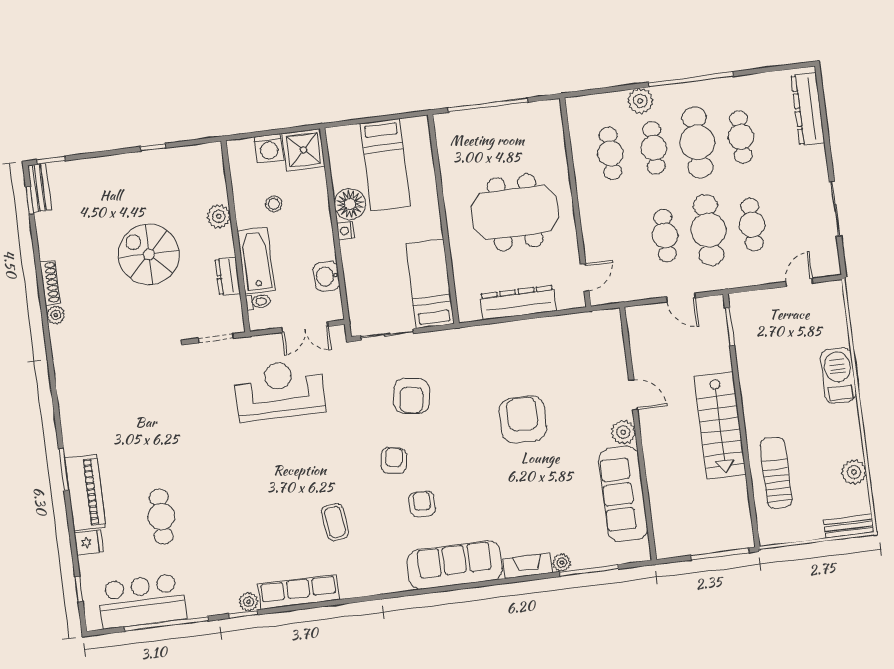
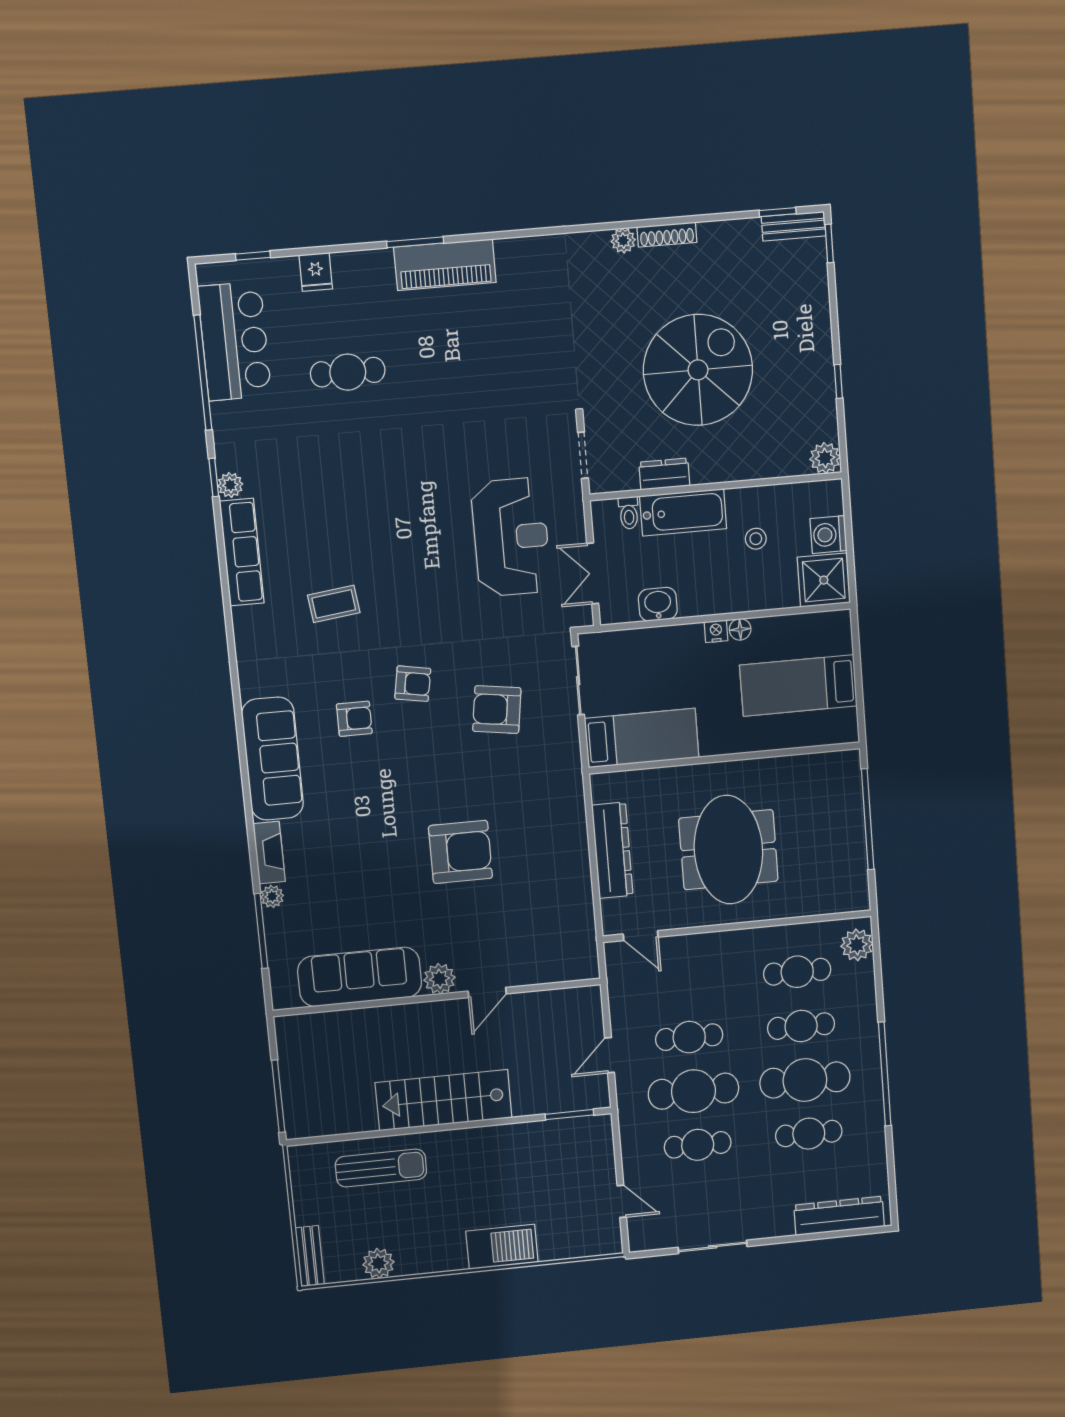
plant: (640, 101) -> (857, 945), moved
floor lamp: (350, 204) -> (740, 629), width x0.53, depth x0.53
plant: (219, 216) -> (825, 458), moved
spiral stairs: (149, 254) -> (698, 370), width x1.37, depth x1.37
piano: (85, 493) -> (445, 265), moved

